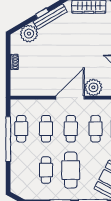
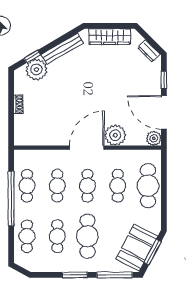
window: (42, 13) -> (32, 56), moved
cafe table: (21, 170) -> (27, 236), added

